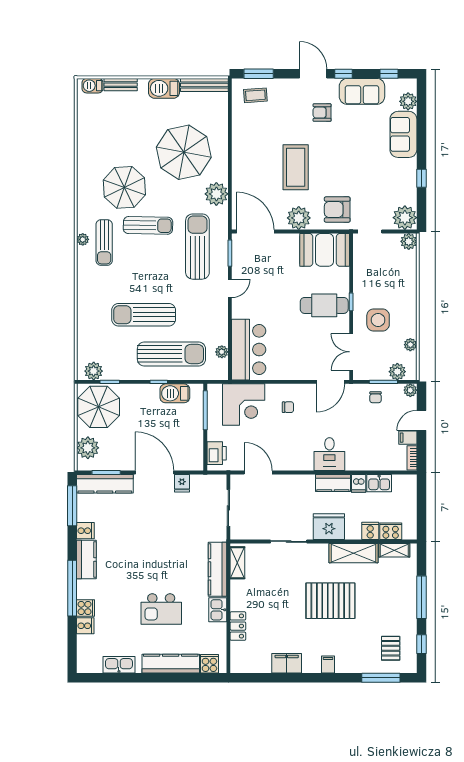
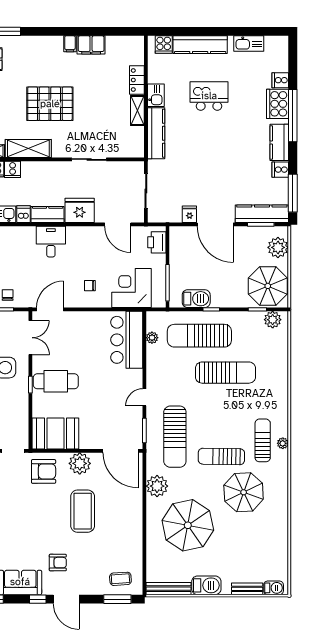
fridge: (329, 527) -> (80, 210), moved, turned 180
shelving: (237, 563) -> (137, 111), moved
cooker: (86, 608) -> (277, 104), width x1.87, depth x1.31
filing cabinet: (328, 665) -> (70, 44), moved

